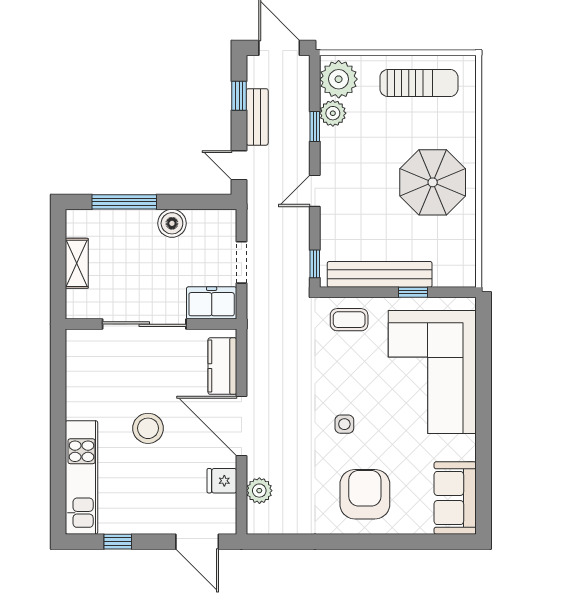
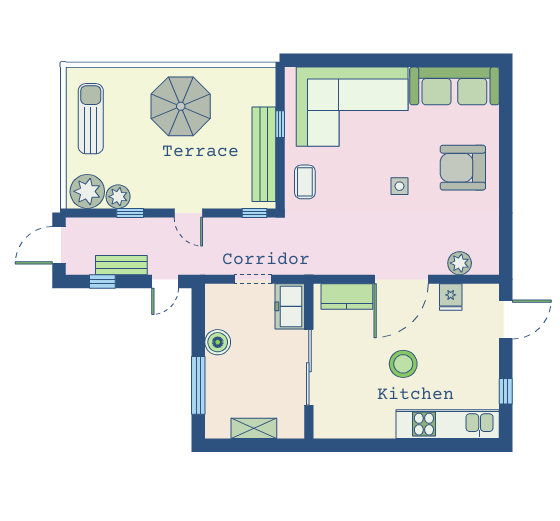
sofa: (455, 498) -> (454, 86), width x1.36

